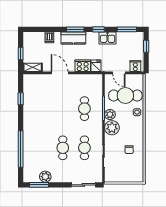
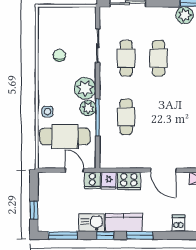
kitchen counter: (73, 38) -> (124, 222), moved
cooker: (135, 66) -> (92, 180), moved

